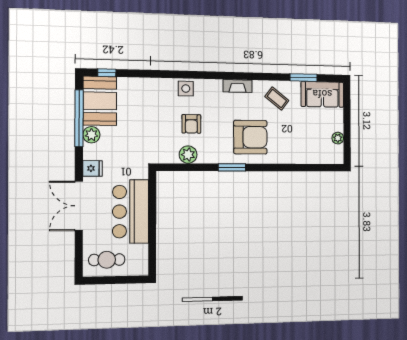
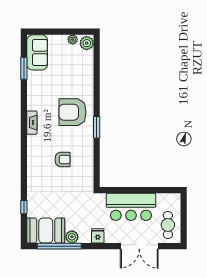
window: (107, 73) -> (24, 207), moved
side table: (186, 89) -> (35, 164), removed
coffee table: (277, 98) -> (41, 90), removed
armchair: (250, 137) -> (73, 112), turned -90
plant: (188, 155) -> (87, 43), moved
double door: (79, 206) -> (139, 246), moved

